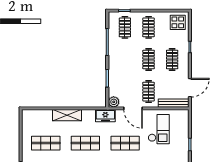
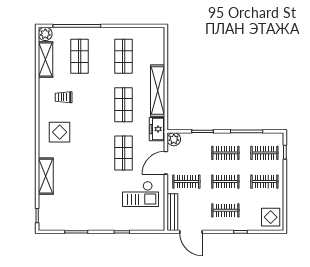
clothes rail: (125, 59) -> (225, 153), added
shelving: (67, 115) -> (158, 91), width x1.47

